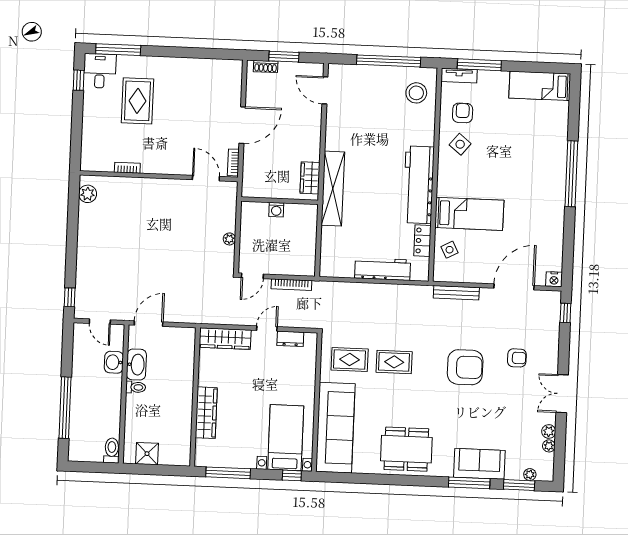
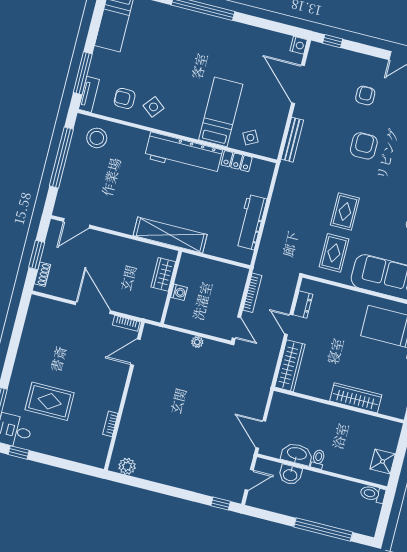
wardrobe: (310, 178) -> (163, 274), moved, turned 90
workbench: (383, 269) -> (251, 222), moved
armchair: (465, 367) -> (364, 146), width x0.73, depth x0.73

